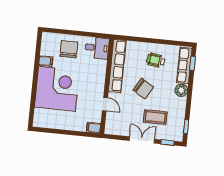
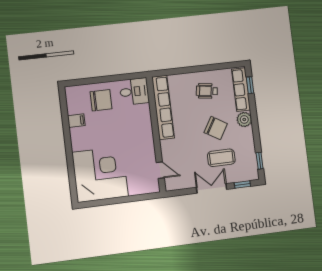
chair: (69, 49) -> (101, 100), turned 90
chair: (143, 88) -> (216, 128), moved
corner desk: (57, 89) -> (100, 174), moved
door: (105, 104) -> (160, 170), moved
filing cabinet: (94, 128) -> (151, 187), removed

